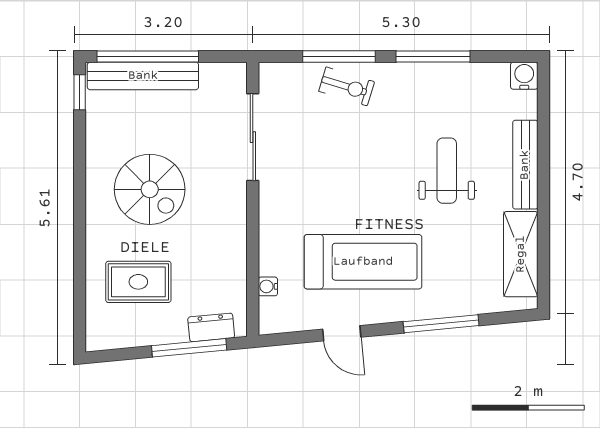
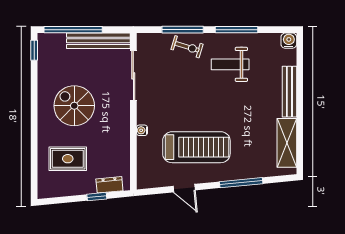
bench: (143, 76) -> (98, 41), moved
weight bench: (447, 171) -> (230, 64), moved, turned -90
spiral stairs: (150, 189) -> (74, 106), turned 180
water cooler: (268, 286) -> (142, 130), moved
window: (189, 348) -> (97, 197), width x0.46

